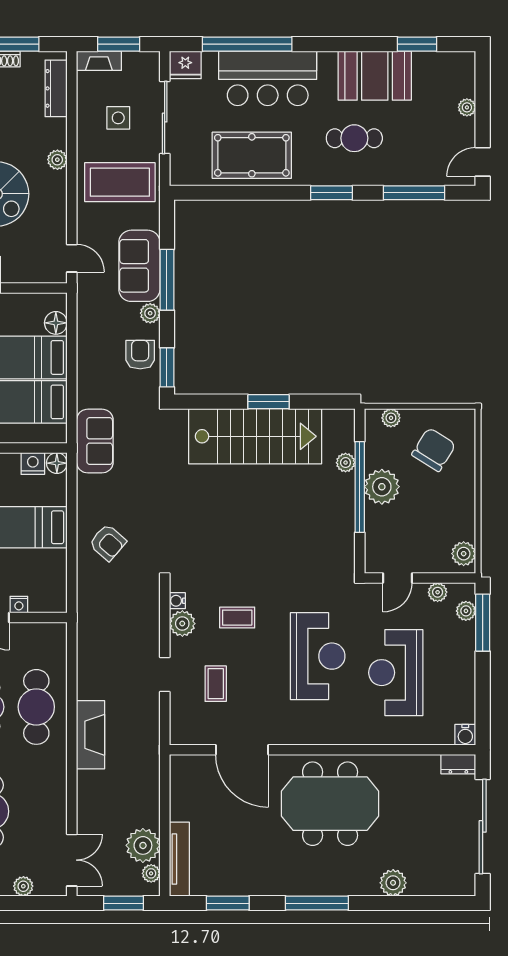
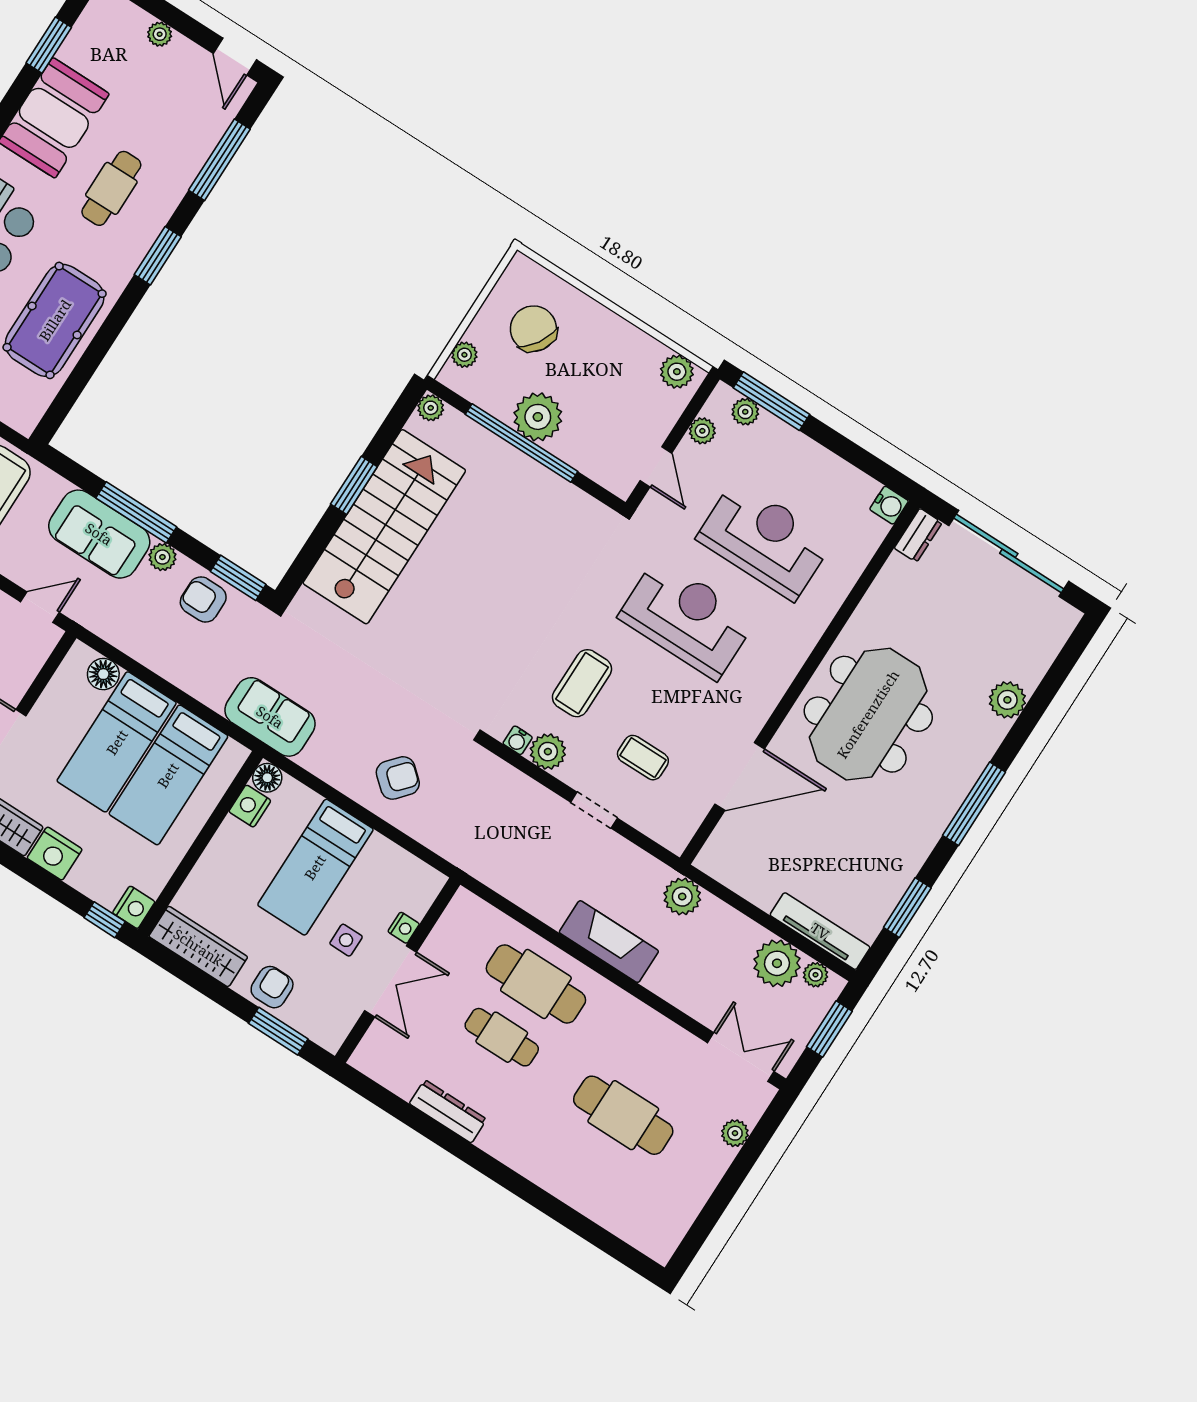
plant: (346, 463) -> (431, 408), moved
coffee table: (237, 618) -> (582, 683), width x1.36, depth x1.30
reception desk: (396, 673) -> (765, 540), turned 180
plant: (147, 762) -> (682, 897), added

